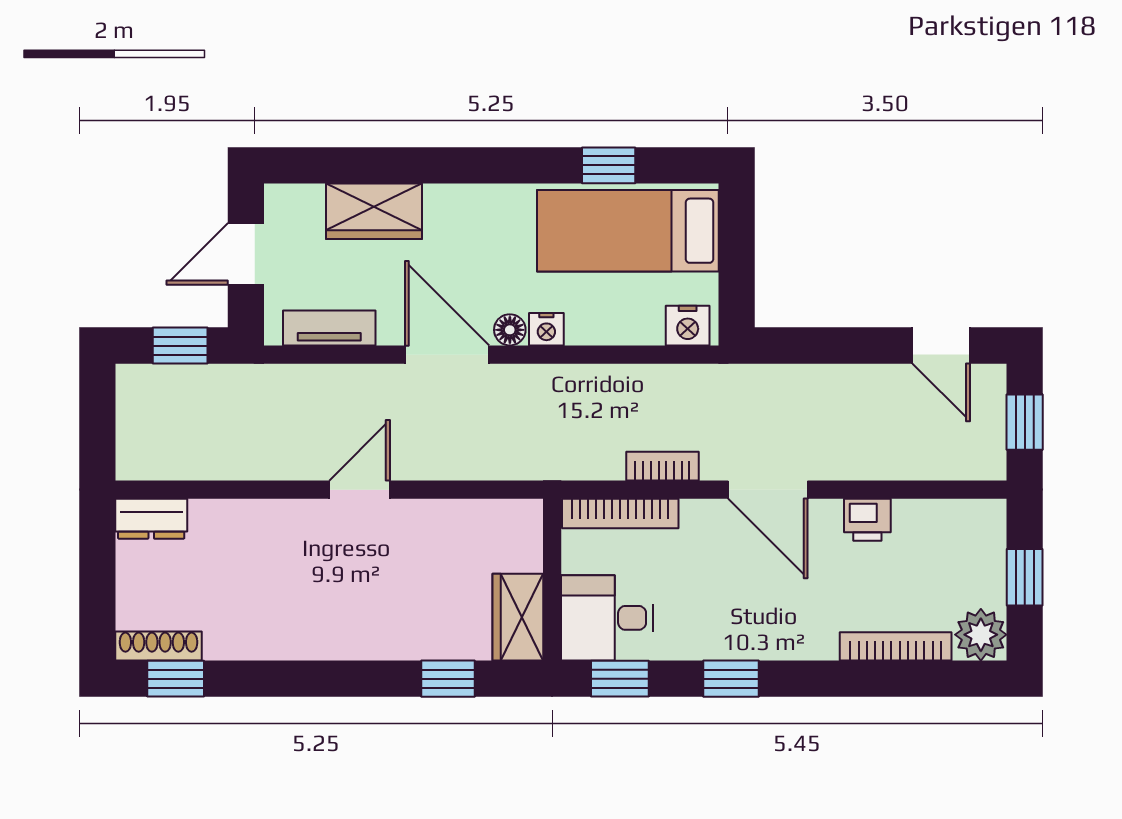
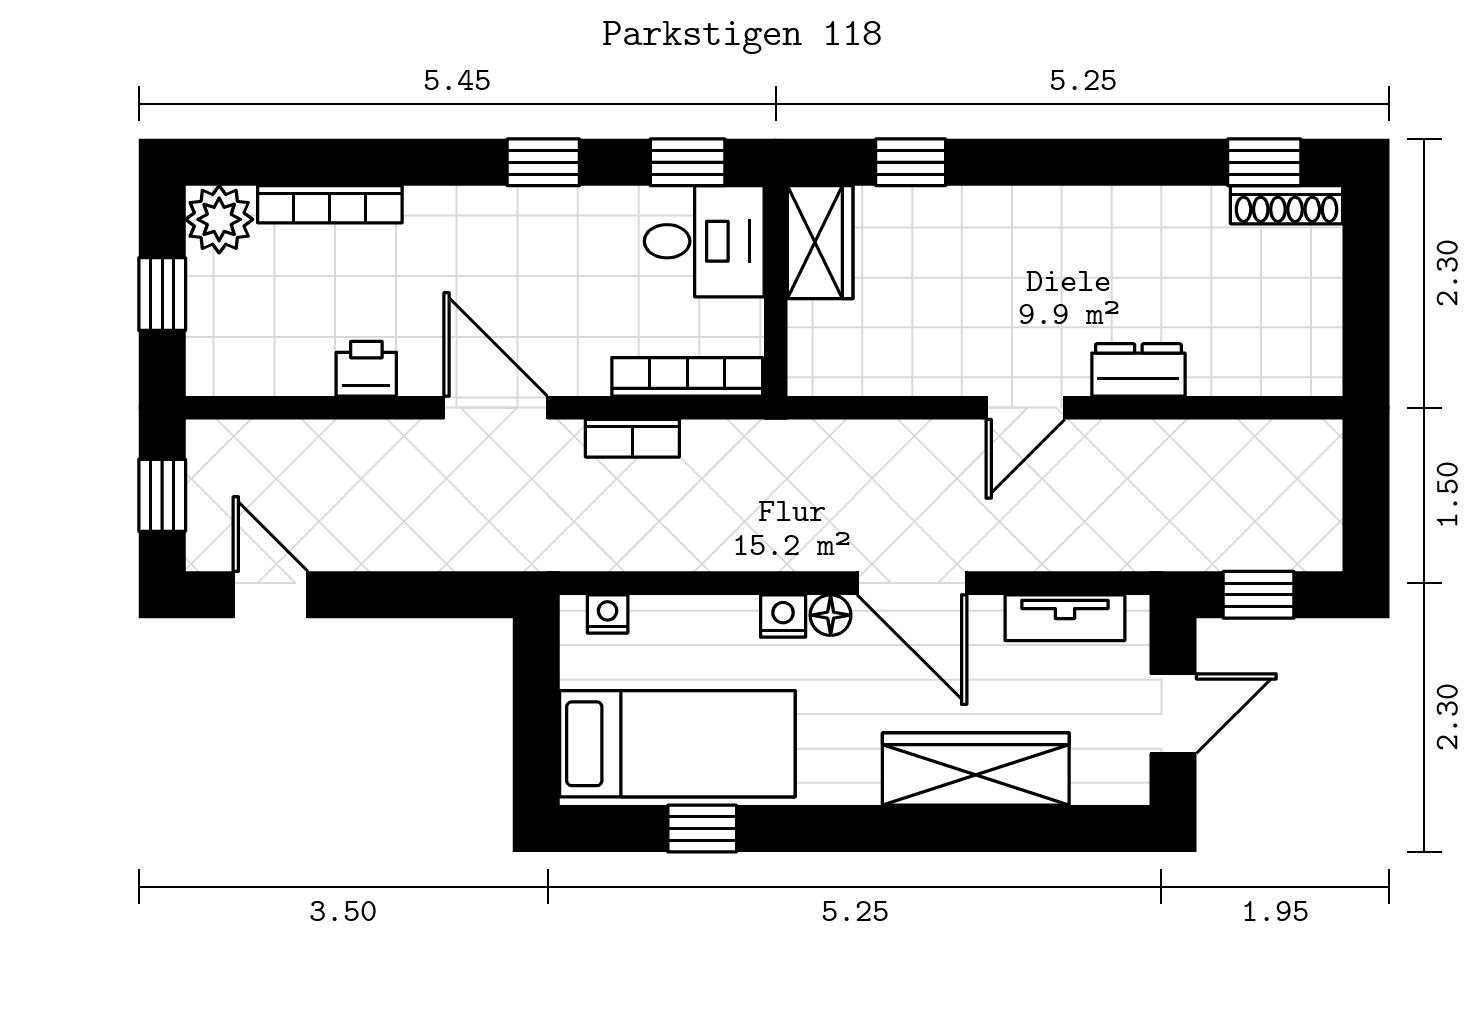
wardrobe: (374, 211) -> (976, 769), width x1.50
nightstand: (688, 326) -> (608, 614), width x0.72, depth x0.74
dresser: (151, 519) -> (1138, 370), moved

